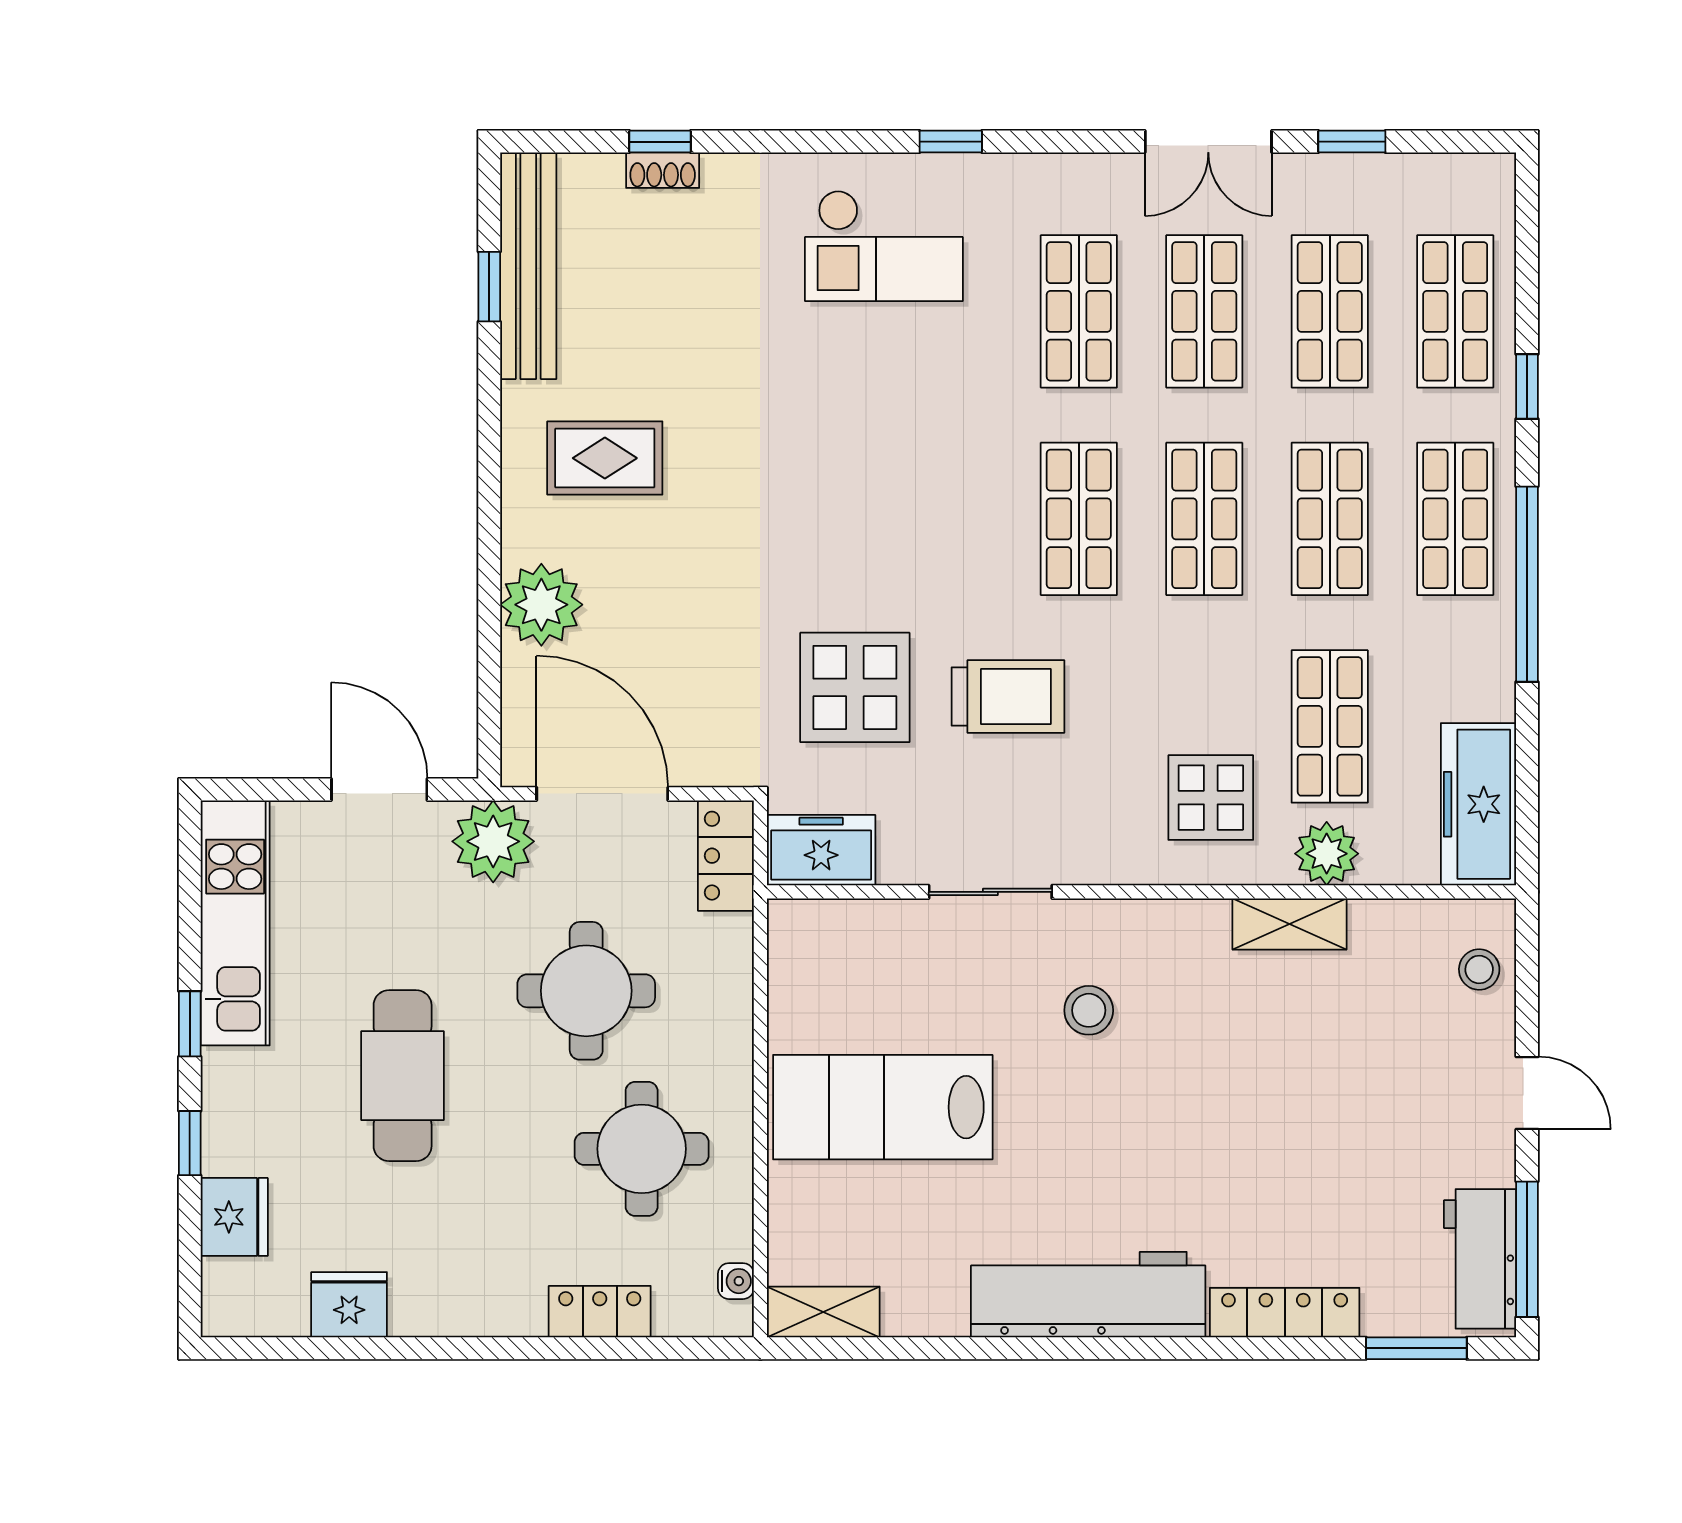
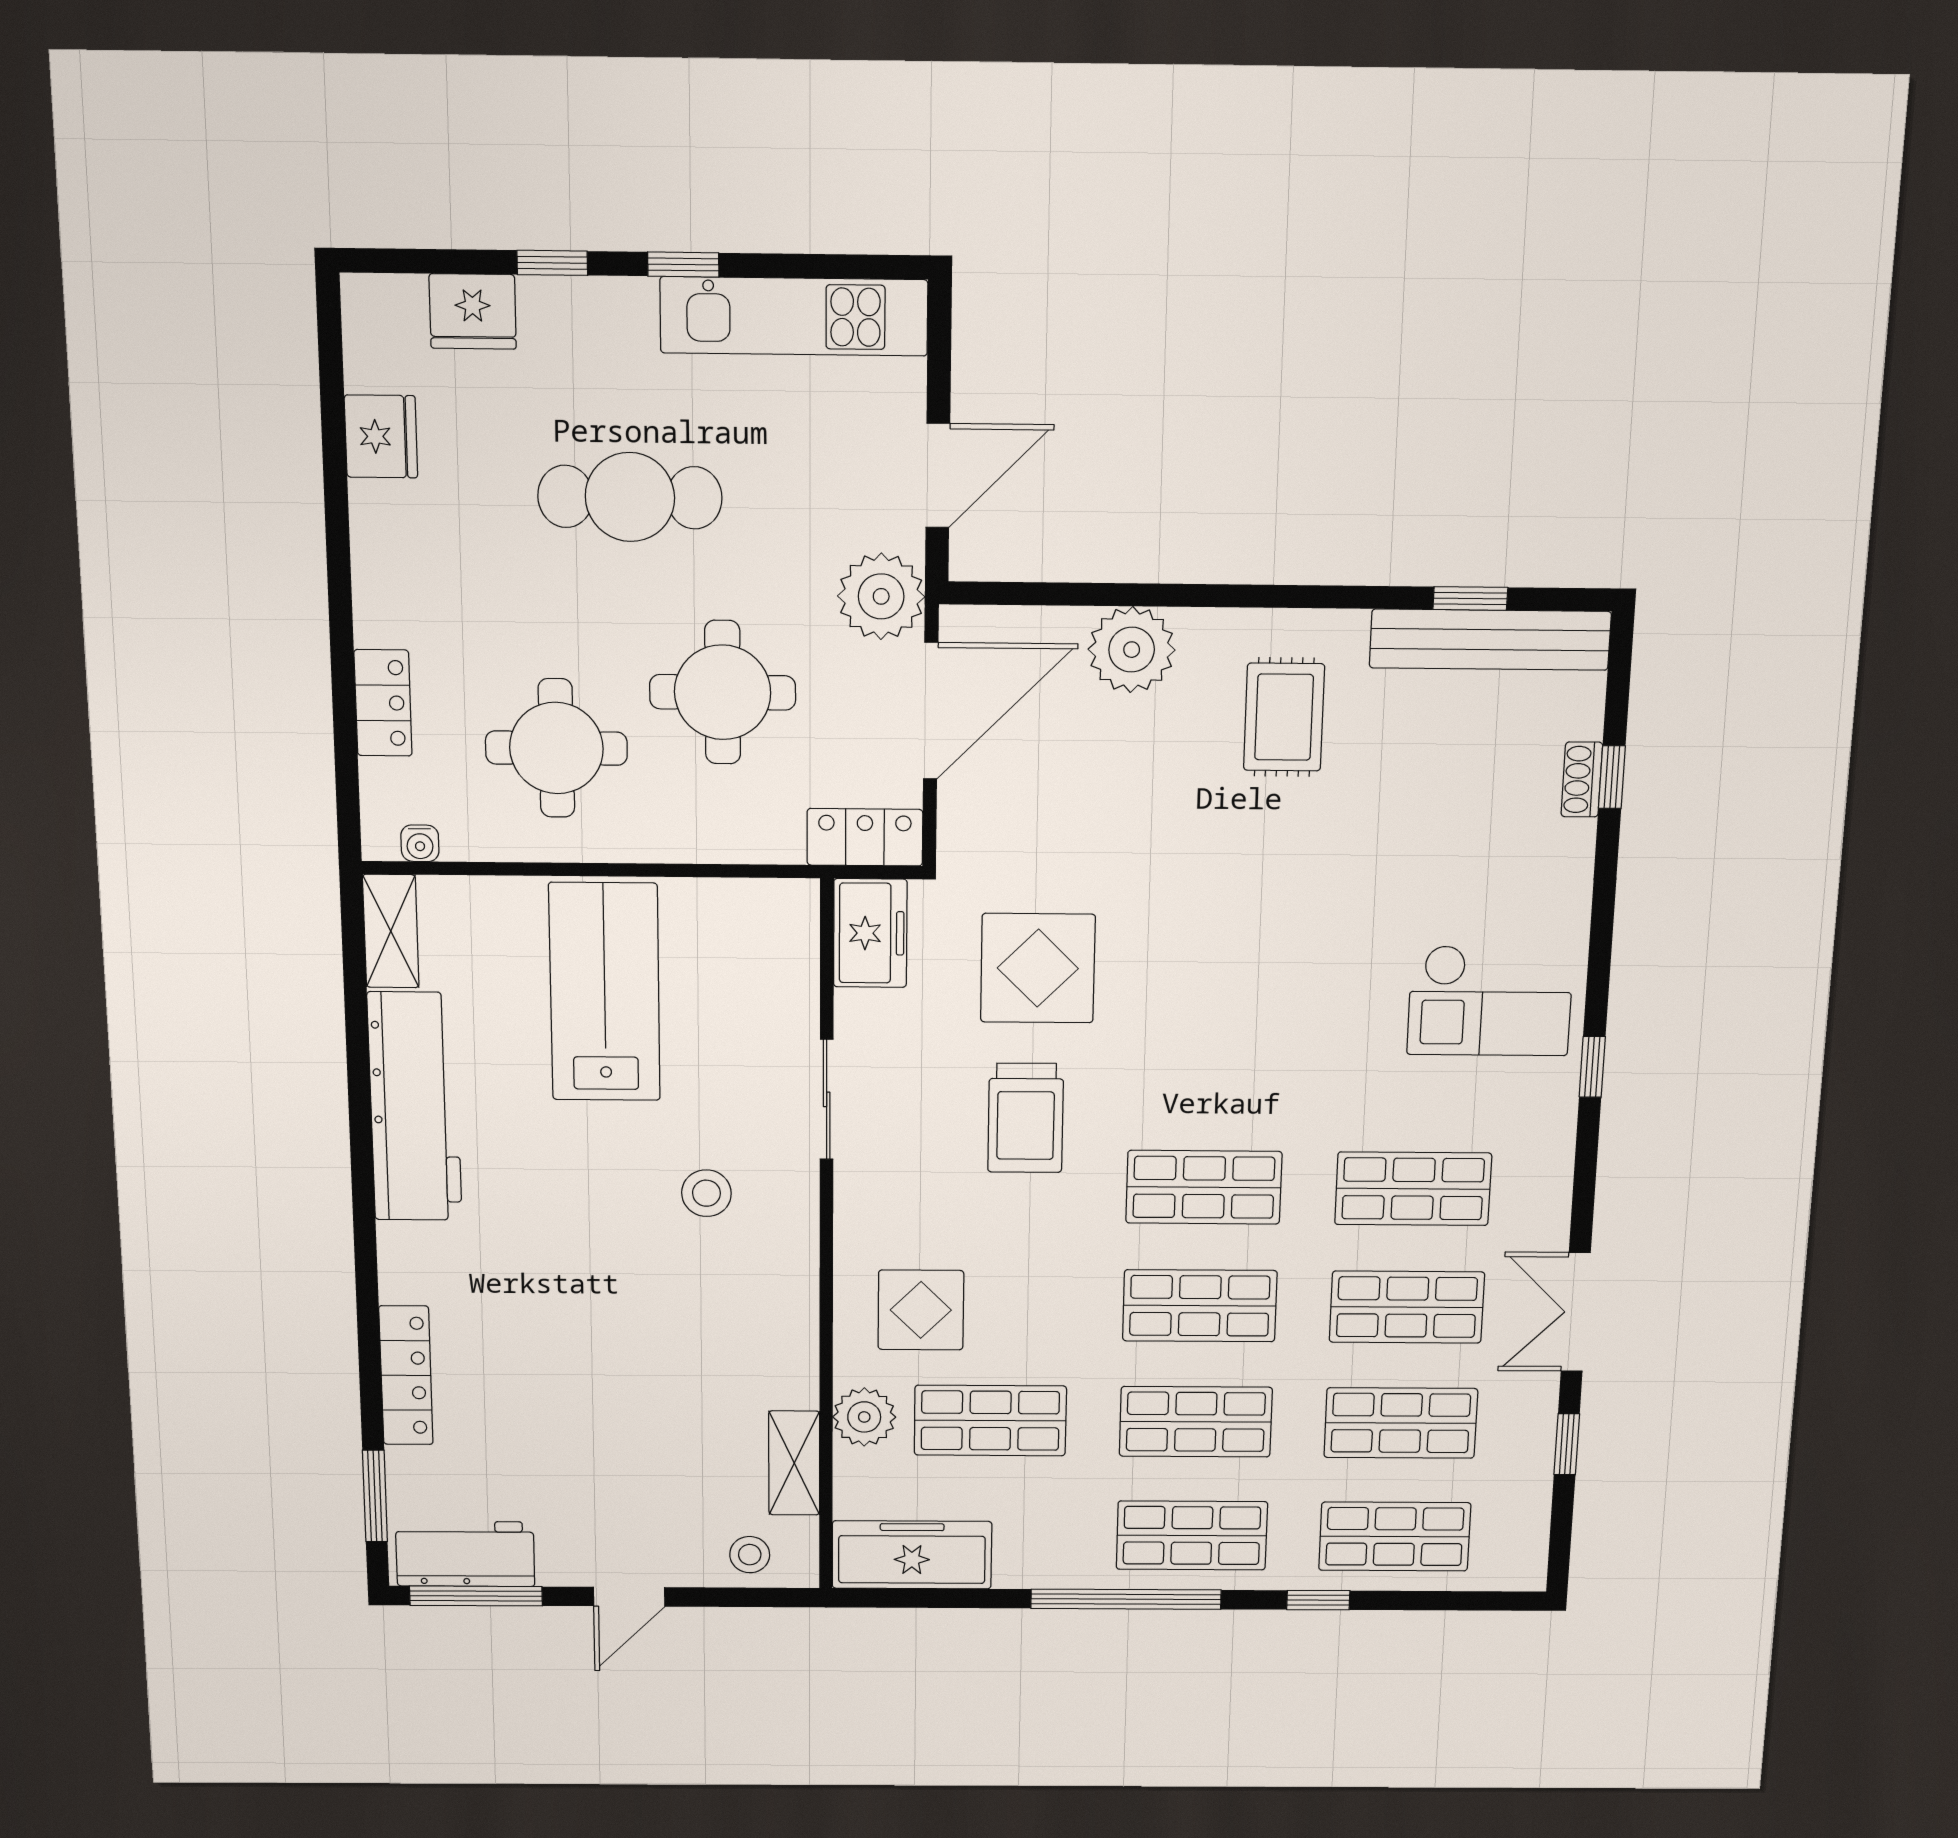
checkout: (884, 246) -> (1490, 1001), turned -90
shelving: (1289, 924) -> (794, 1463), moved
workbench: (1088, 1295) -> (415, 1107), moved

